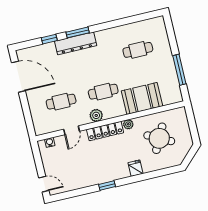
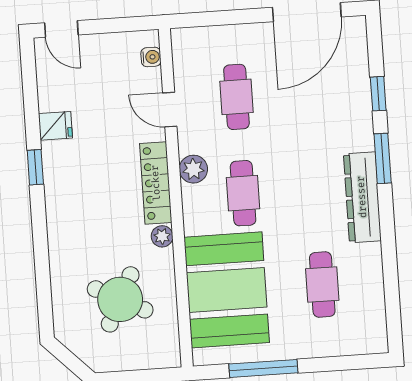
dresser: (76, 43) -> (362, 197), moved
booth: (142, 98) -> (227, 290), width x1.36, depth x1.42
fridge: (136, 168) -> (55, 126), moved
door: (44, 184) -> (61, 29), hinge flipped

